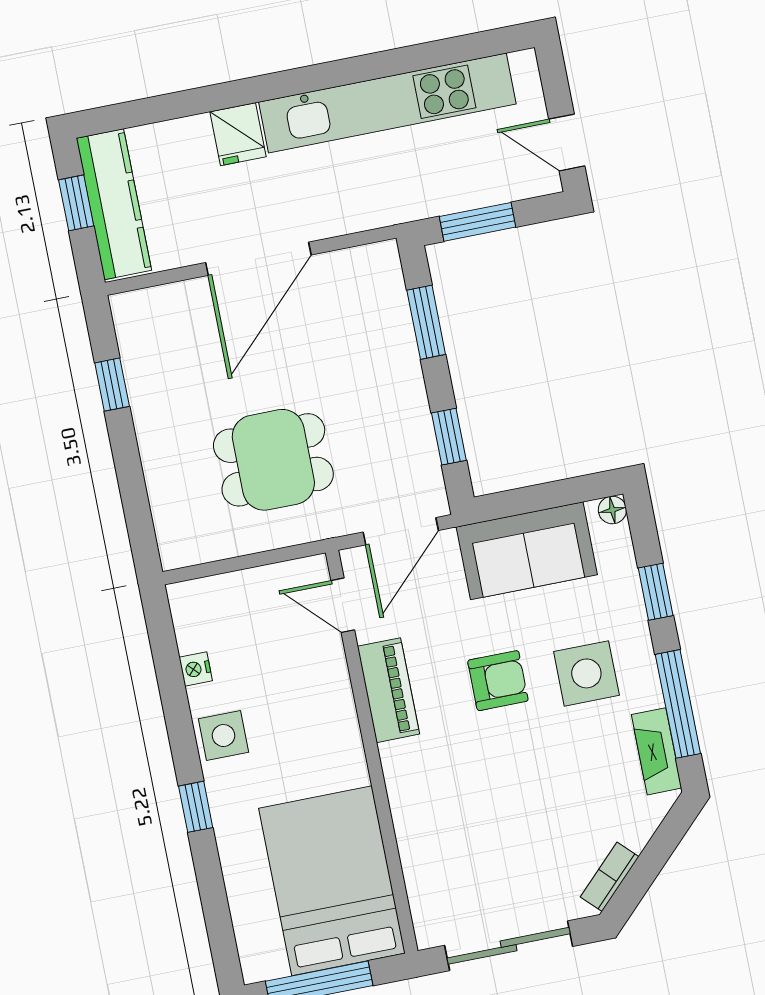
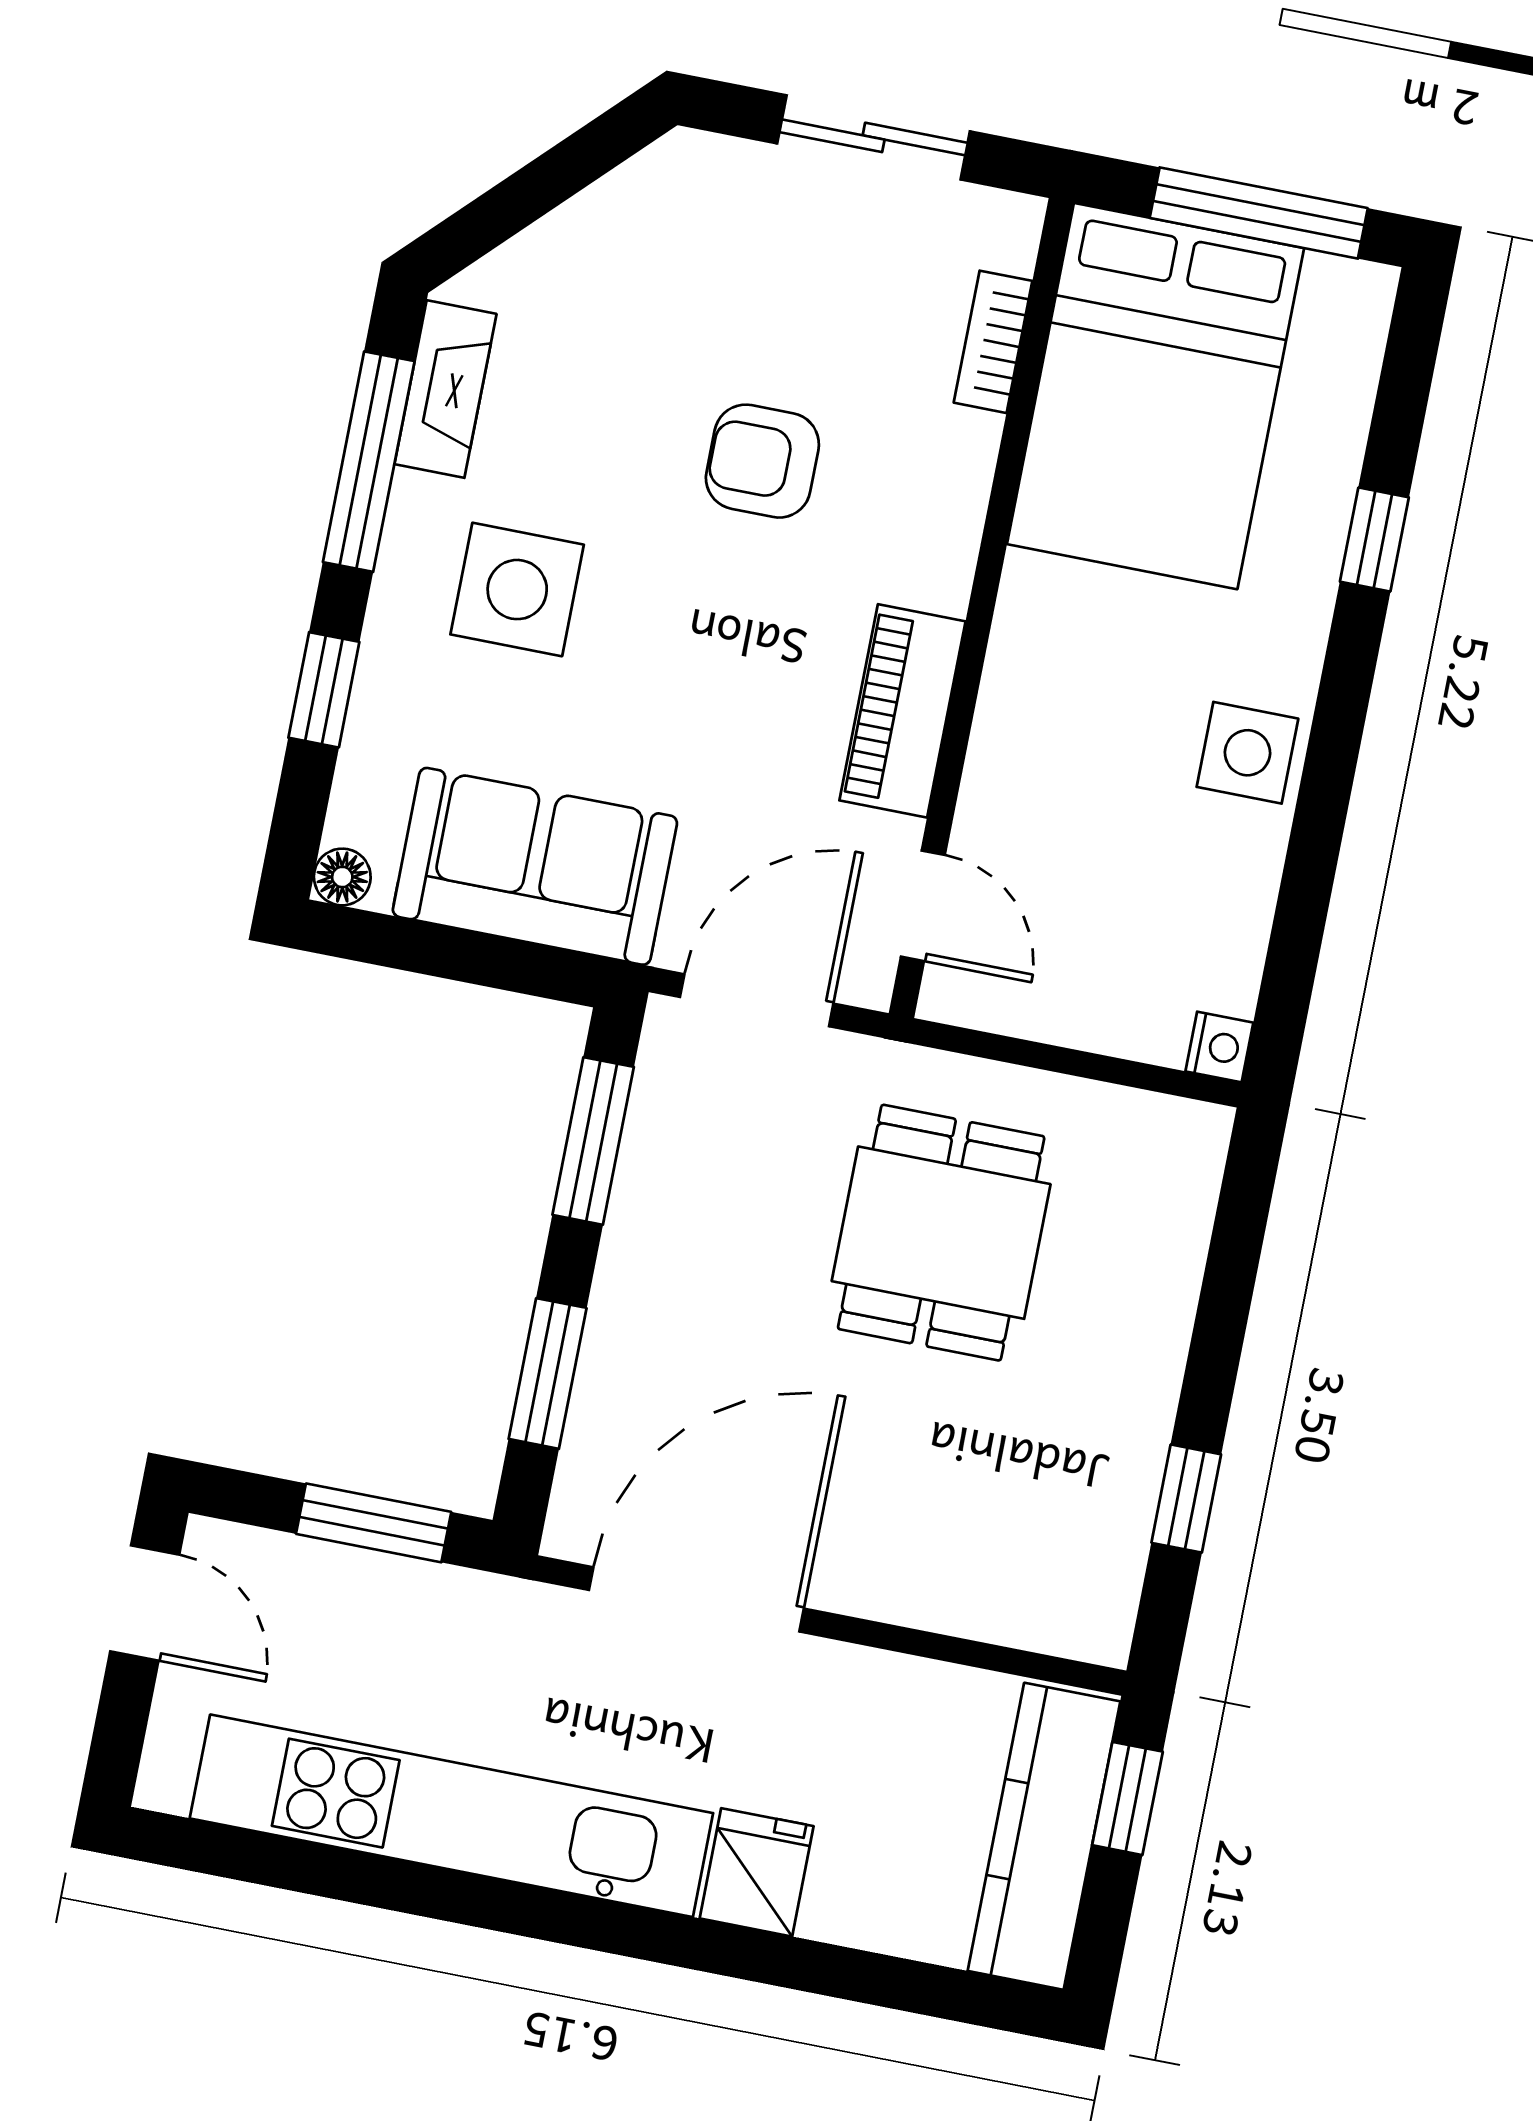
window: (76, 203) -> (1127, 1798), moved
door: (258, 259) -> (696, 1599), moved
window: (449, 437) -> (593, 1141), width x1.50
dining table: (273, 460) -> (941, 1233), turned 90
nightstand: (196, 669) -> (1219, 1047), moved
armchair: (498, 681) -> (762, 461), moved
window: (196, 807) -> (1374, 540), moved
bookcase: (610, 877) -> (993, 342), moved, turned 135
sliding door: (509, 946) -> (874, 137), width x0.73

